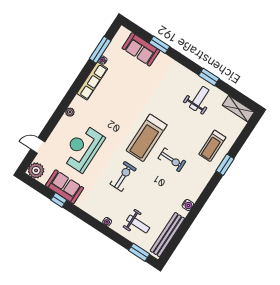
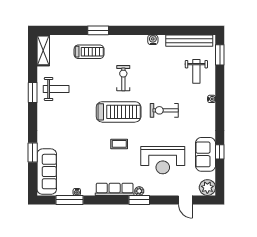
sofa: (141, 49) -> (47, 172), width x1.36
row of seats: (92, 81) -> (115, 189), moved
weight bench: (199, 98) -> (56, 89), turned 180
window: (63, 107) -> (139, 200), added
coffee table: (120, 121) -> (119, 144), added
weight bench: (138, 224) -> (196, 71), turned 180

